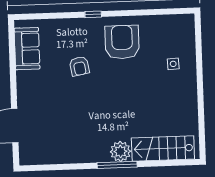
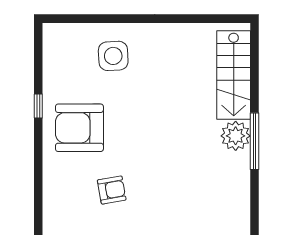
window: (93, 14) -> (38, 106), moved
side table: (173, 64) -> (113, 56), width x1.87, depth x1.87

